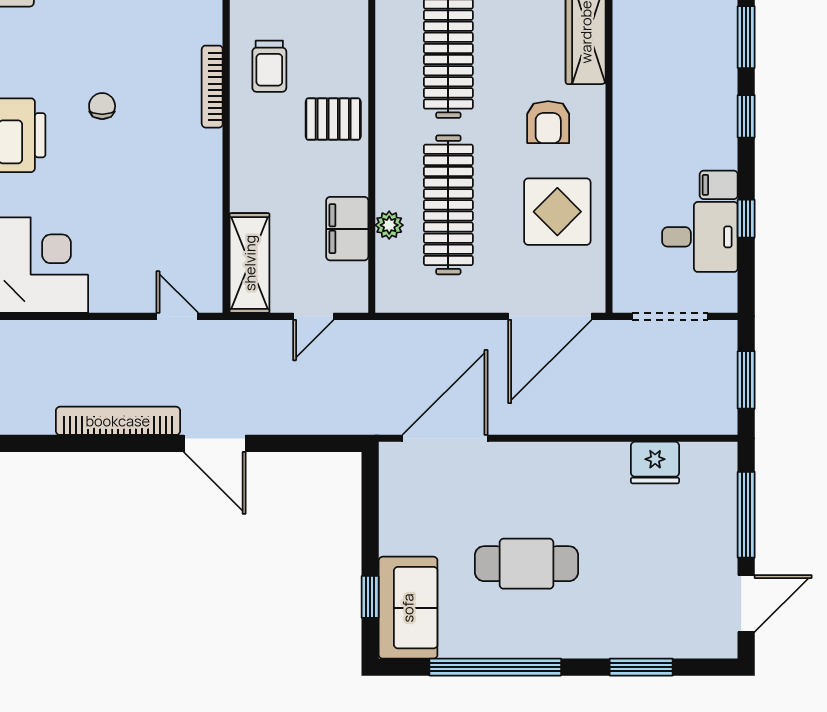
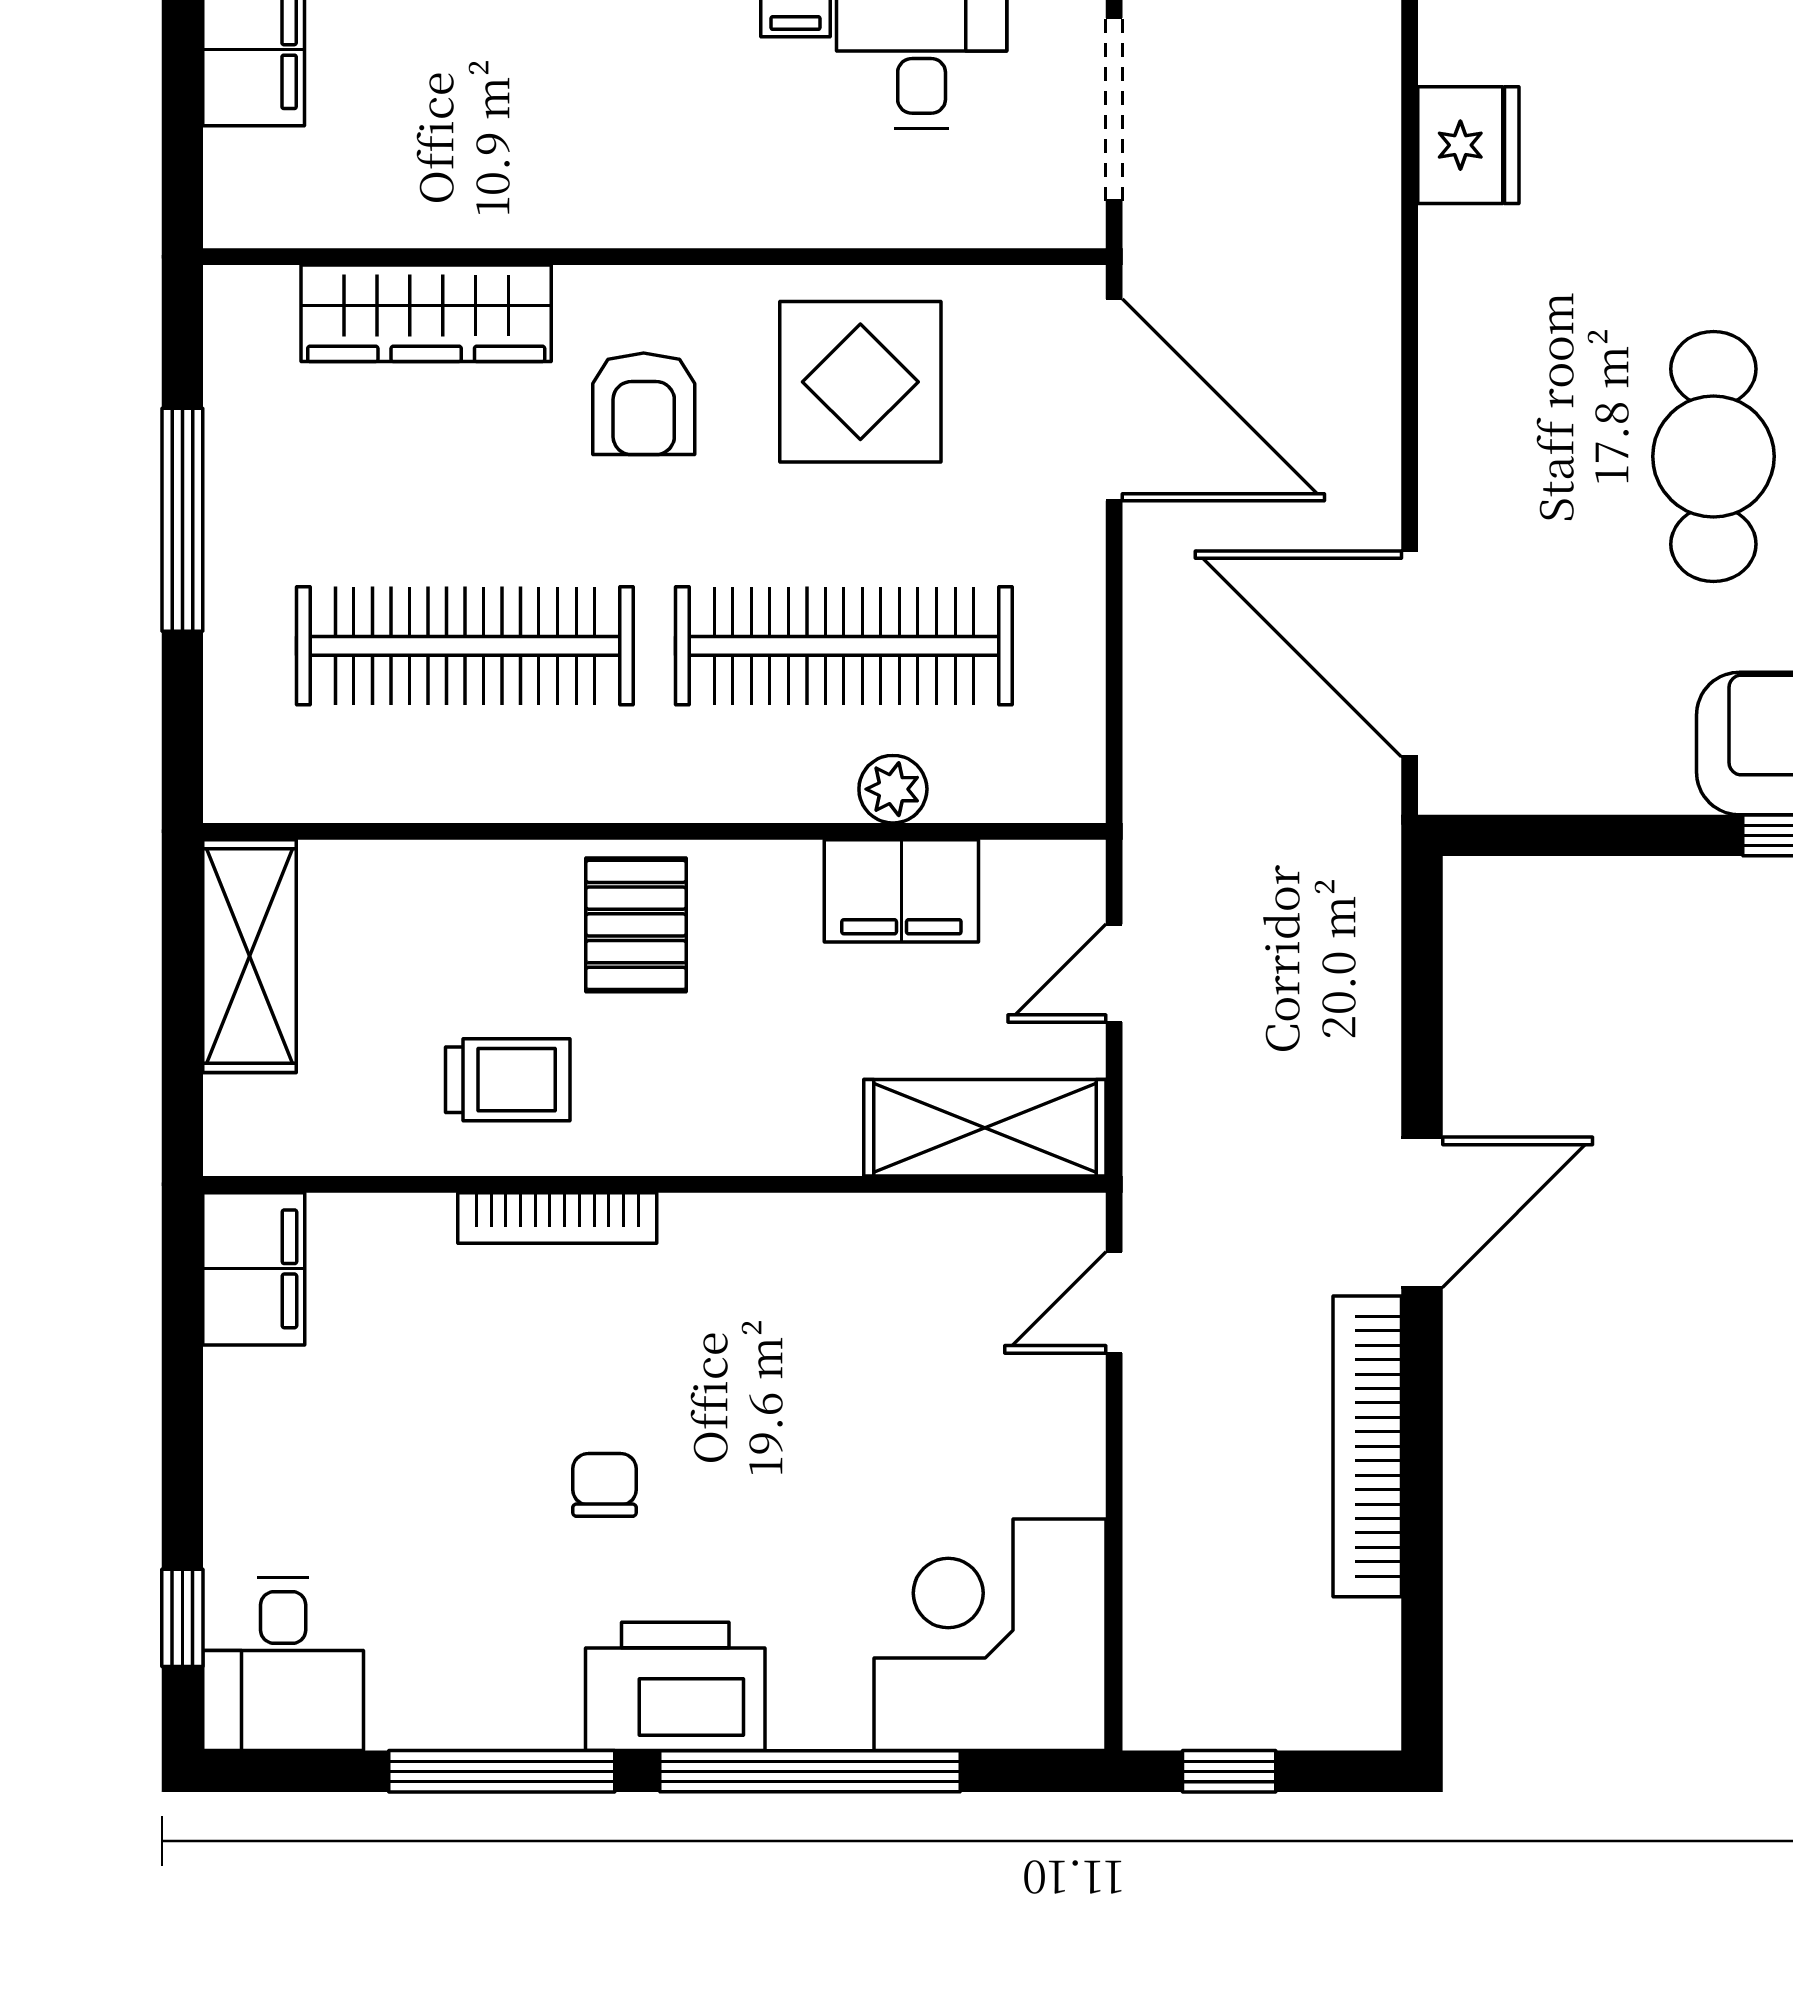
chair: (102, 106) -> (604, 1485), turned 90
armchair: (548, 122) -> (644, 404), turned 90
door: (313, 316) -> (1114, 973), swing flipped

